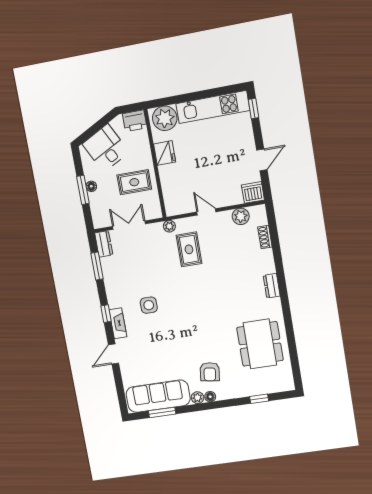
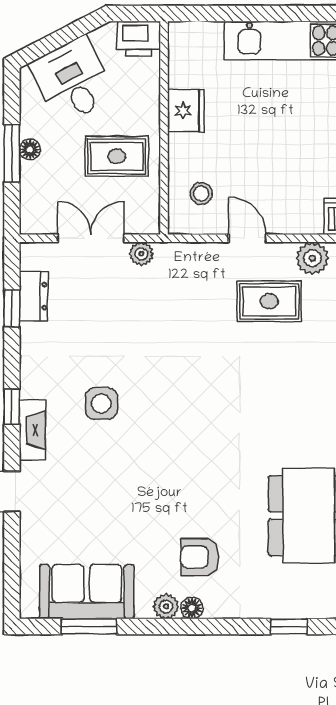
plant: (165, 118) -> (198, 45), removed
stool: (179, 193) -> (201, 193), added
plant: (169, 226) -> (141, 254), moved
dresser: (104, 244) -> (33, 296), moved
rug: (189, 249) -> (269, 301), moved, turned 90
window: (97, 266) -> (12, 308), width x0.67
armchair: (210, 372) -> (200, 557), turned 82
sofa: (158, 396) -> (87, 592), width x0.73

